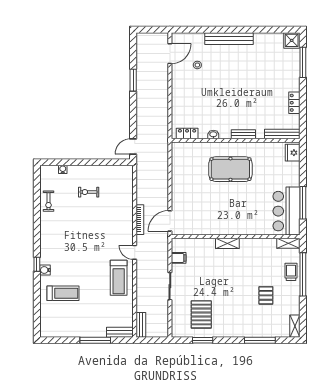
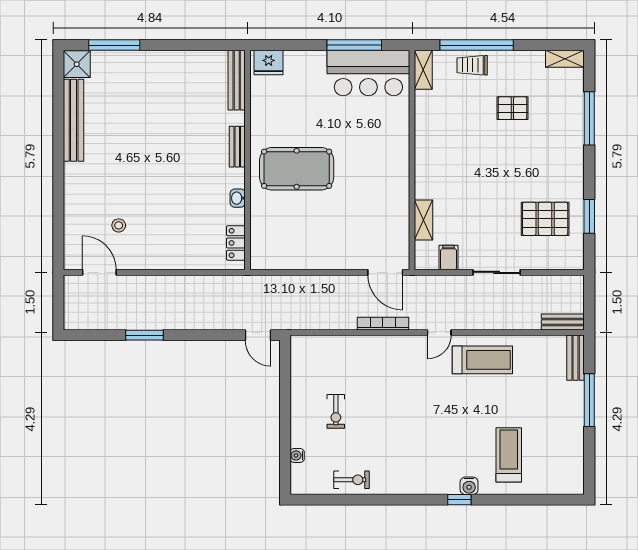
bench: (229, 39) -> (74, 120), moved
locker: (294, 103) -> (183, 59), removed
pool table: (230, 169) -> (297, 169), turned 90
shelving: (227, 243) -> (424, 220), moved

